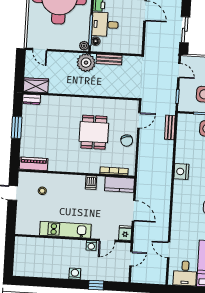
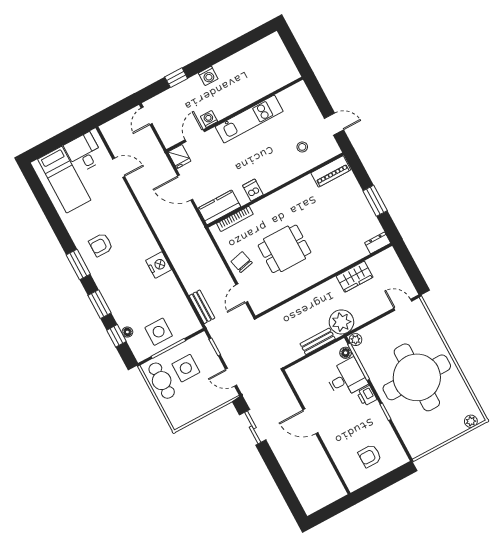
wardrobe: (36, 85) -> (355, 277), moved
dining table: (94, 132) -> (285, 249), turned 90
door: (131, 259) -> (147, 116), moved

